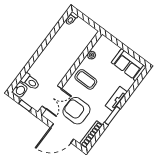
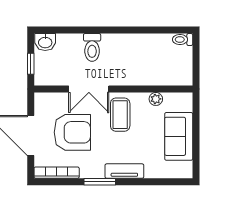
sofa: (129, 65) -> (179, 136), moved
toilet: (30, 82) -> (92, 47), moved
double door: (52, 97) -> (89, 89), moved
armchair: (76, 111) -> (72, 132), turned 90

